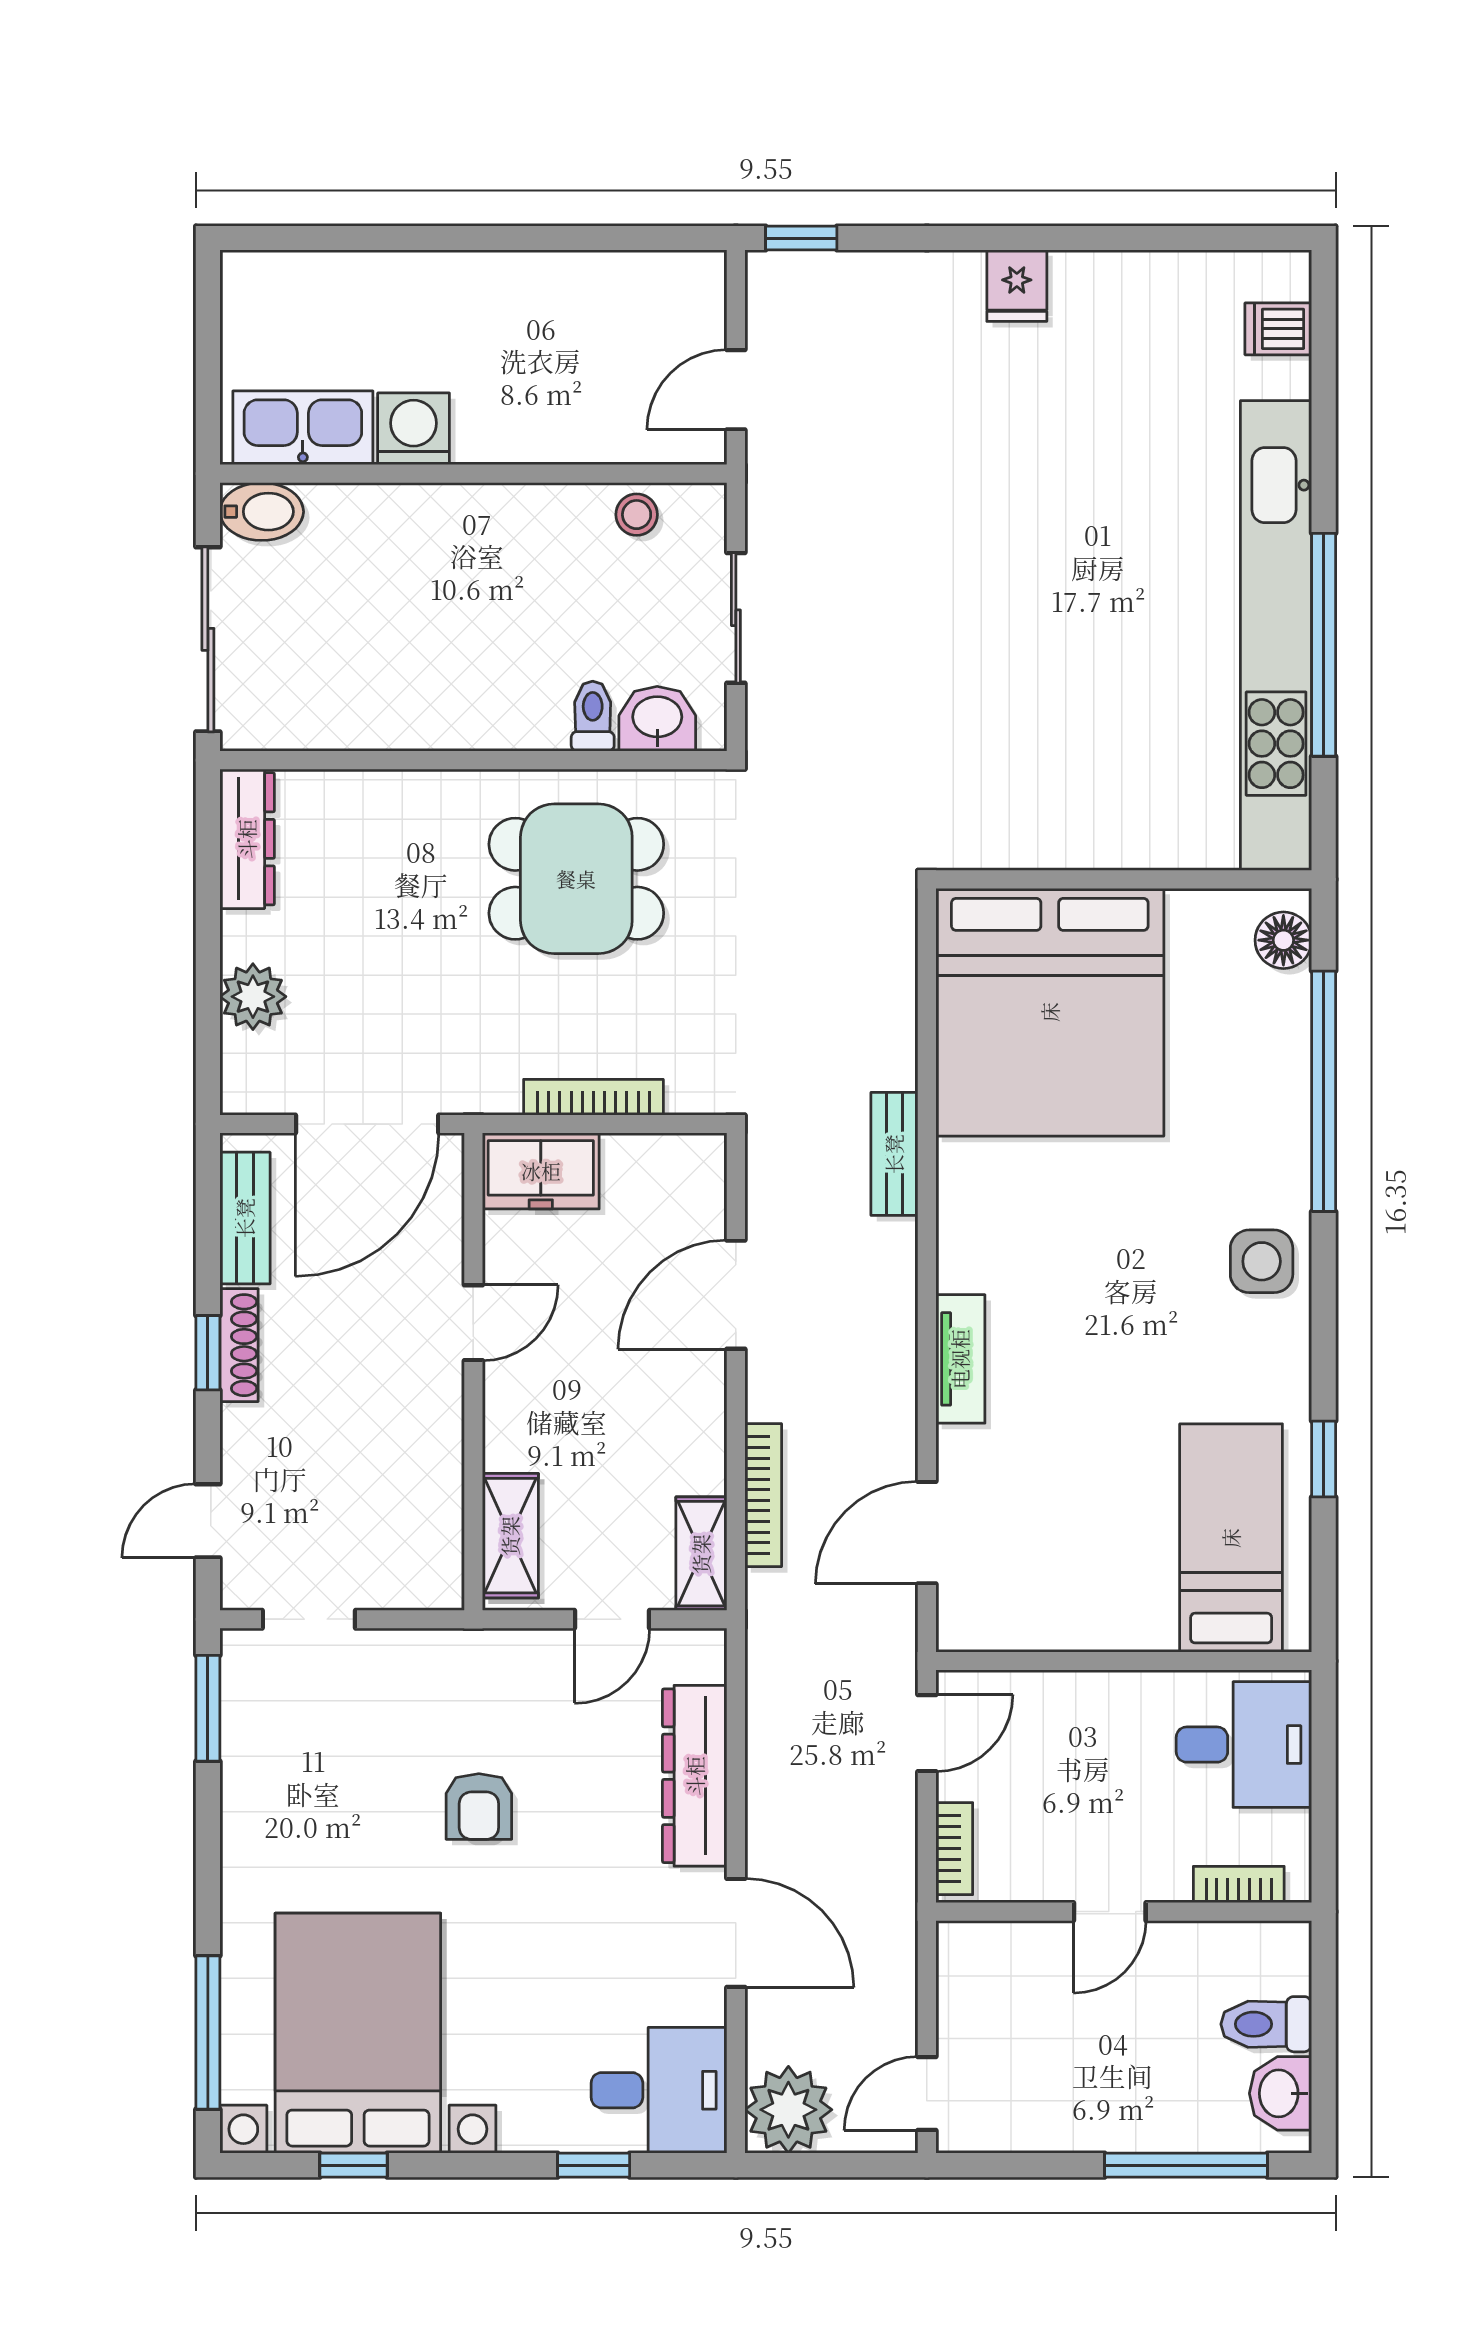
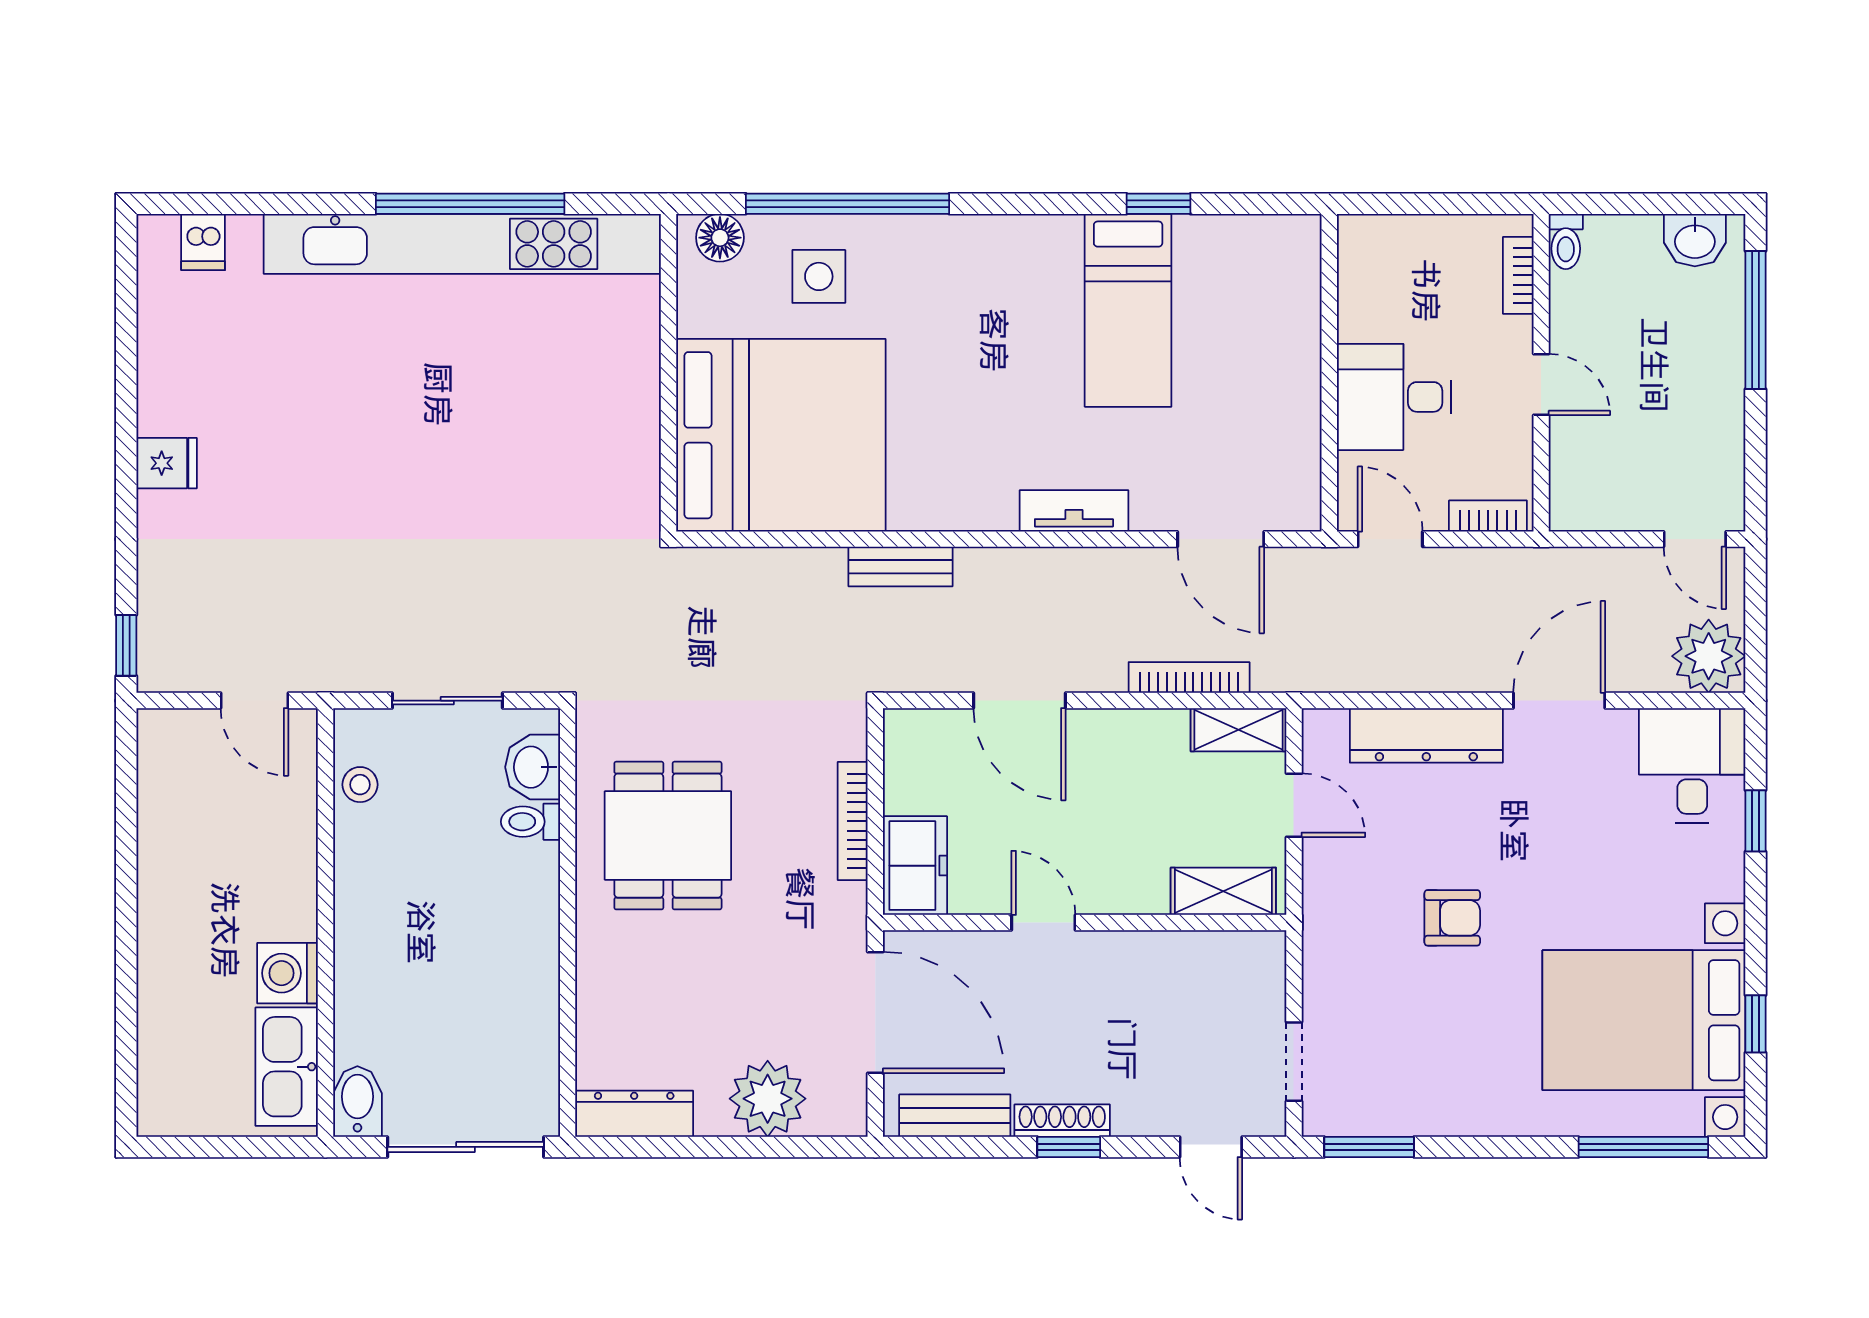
plant: (253, 997) -> (768, 1099), width x1.36, depth x1.36
side table: (1262, 1261) -> (819, 276), moved
bed: (1231, 1538) -> (1128, 310), moved, turned -90
desk: (1244, 1745) -> (1394, 397), moved, turned -90
toilet: (1266, 2024) -> (1566, 241), moved, width x0.73, depth x0.72

